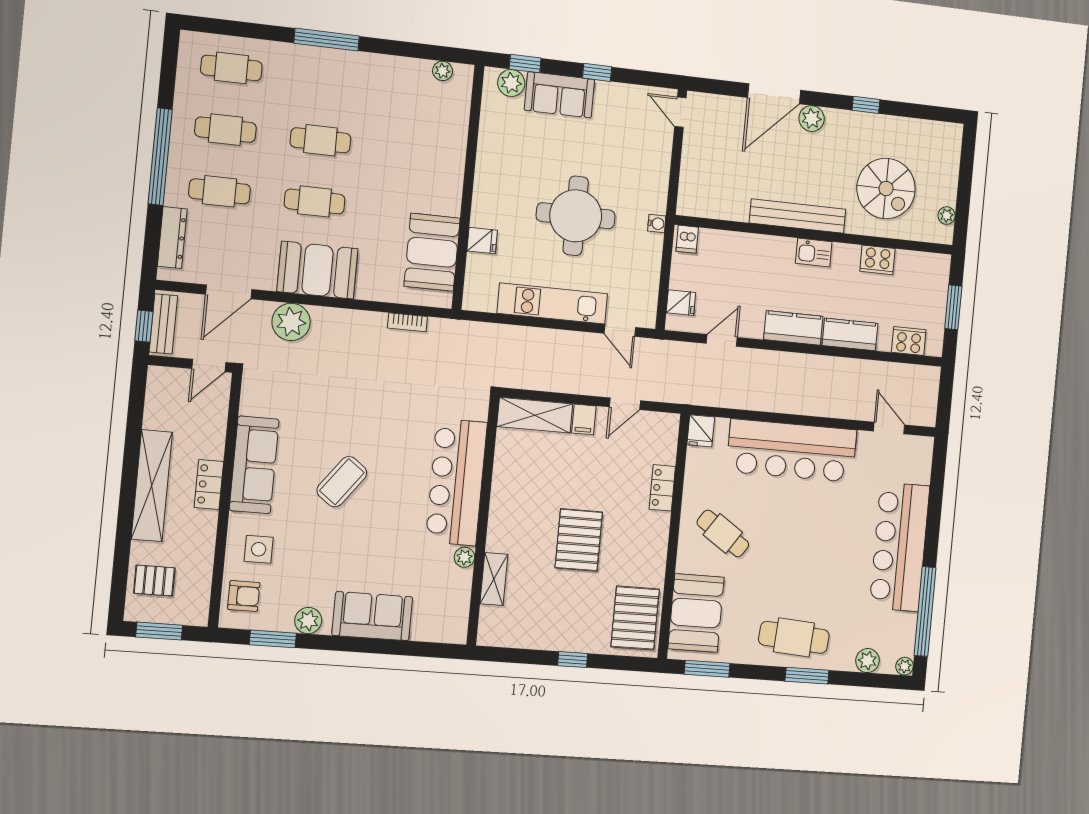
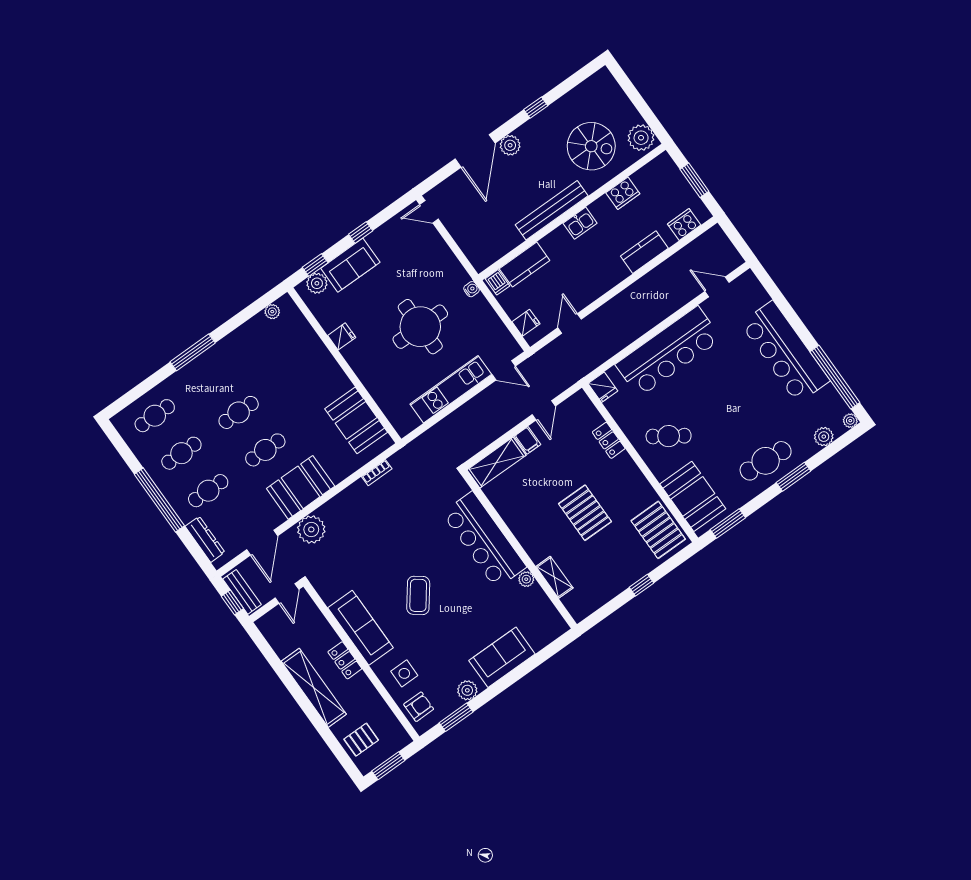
plant: (947, 216) -> (641, 138), width x1.88, depth x1.88
fridge: (482, 241) -> (342, 336), moved
kitchen counter: (793, 328) -> (525, 265), moved, turned 180

